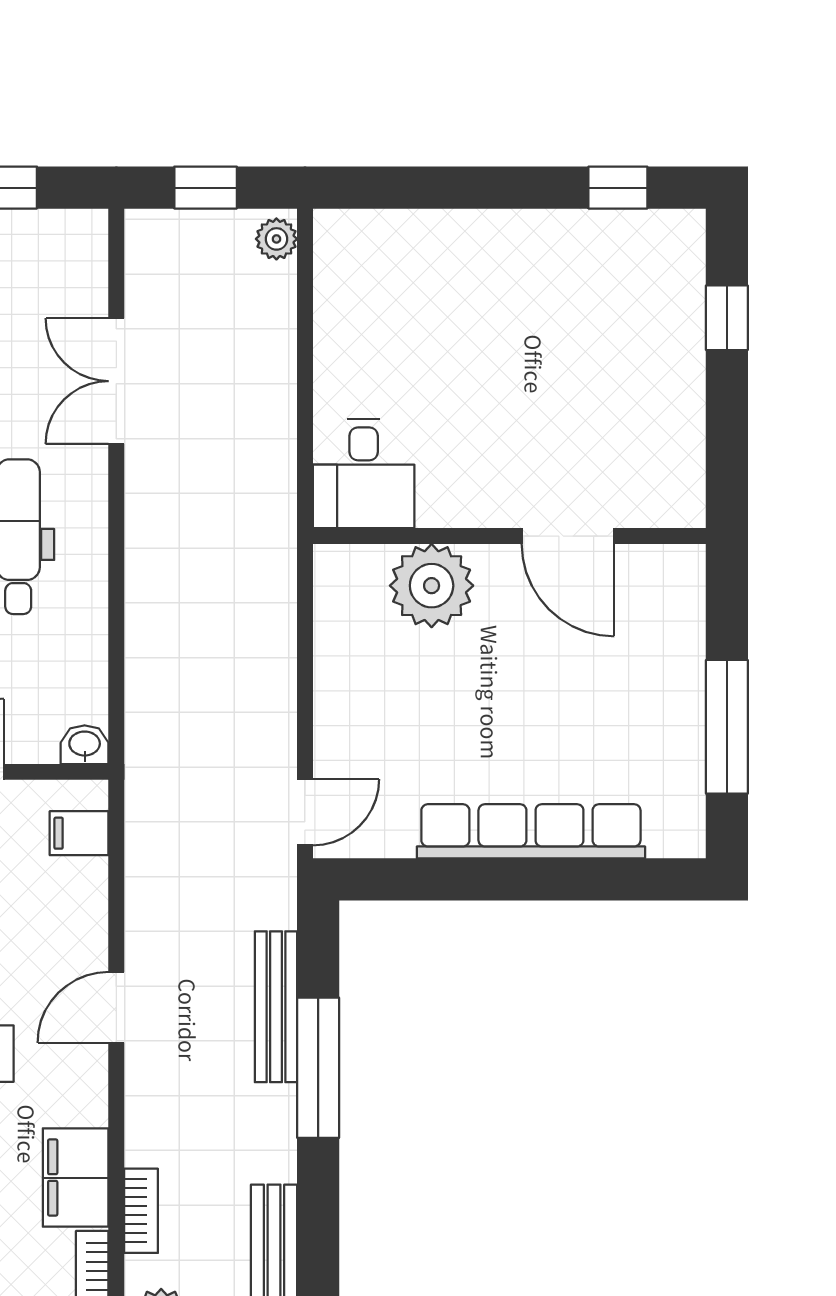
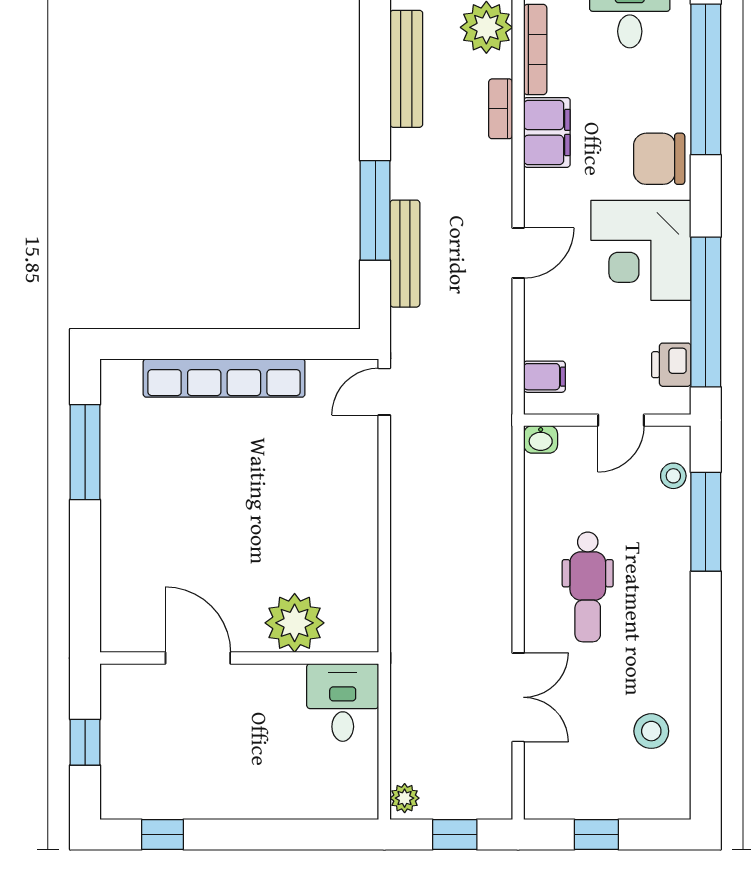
desk: (364, 473) -> (343, 702), moved
wall: (509, 536) -> (239, 658), moved
door: (568, 536) -> (198, 658), moved
plant: (432, 586) -> (295, 623), moved

